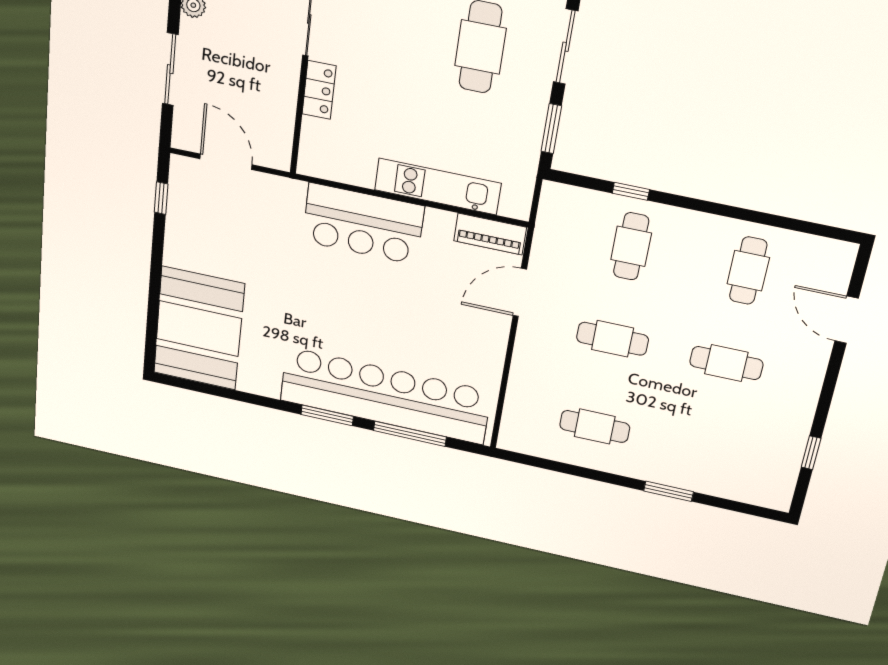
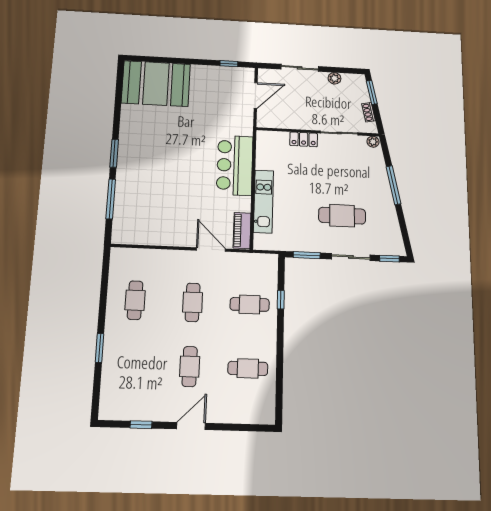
door: (847, 320) -> (191, 426), moved
bar counter: (385, 396) -> (133, 184), removed

